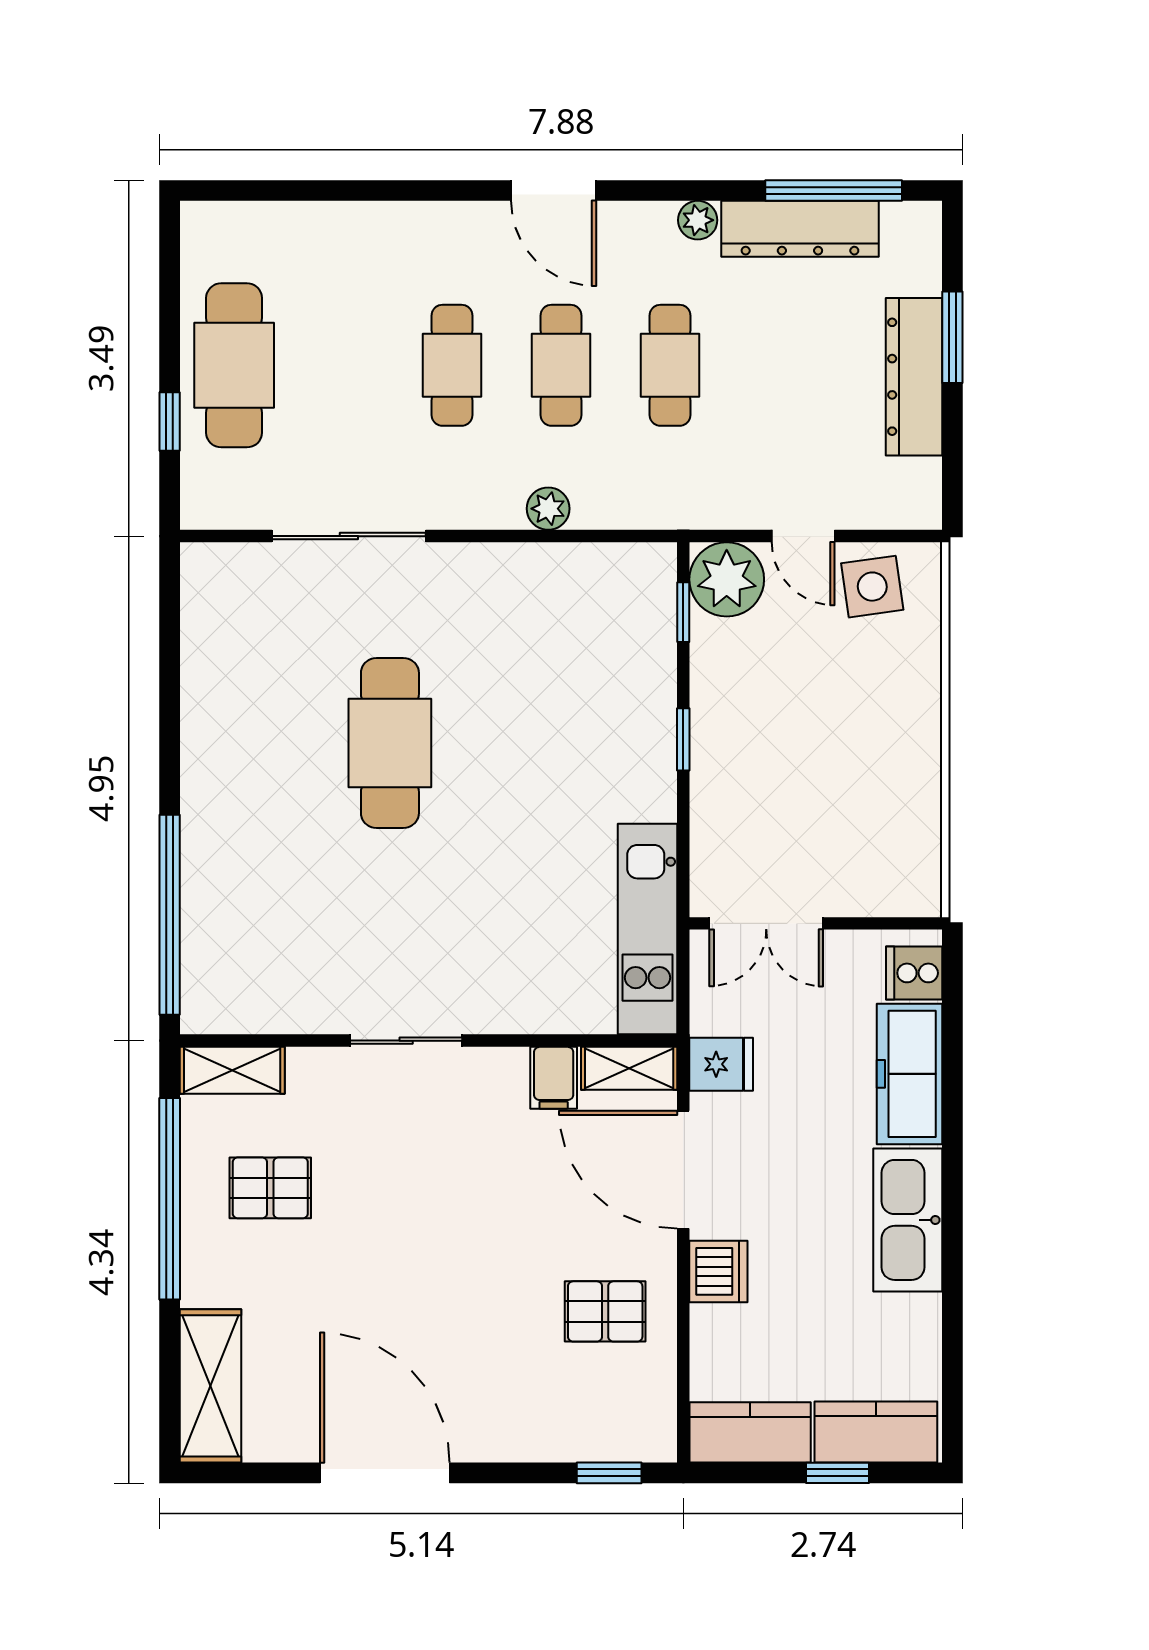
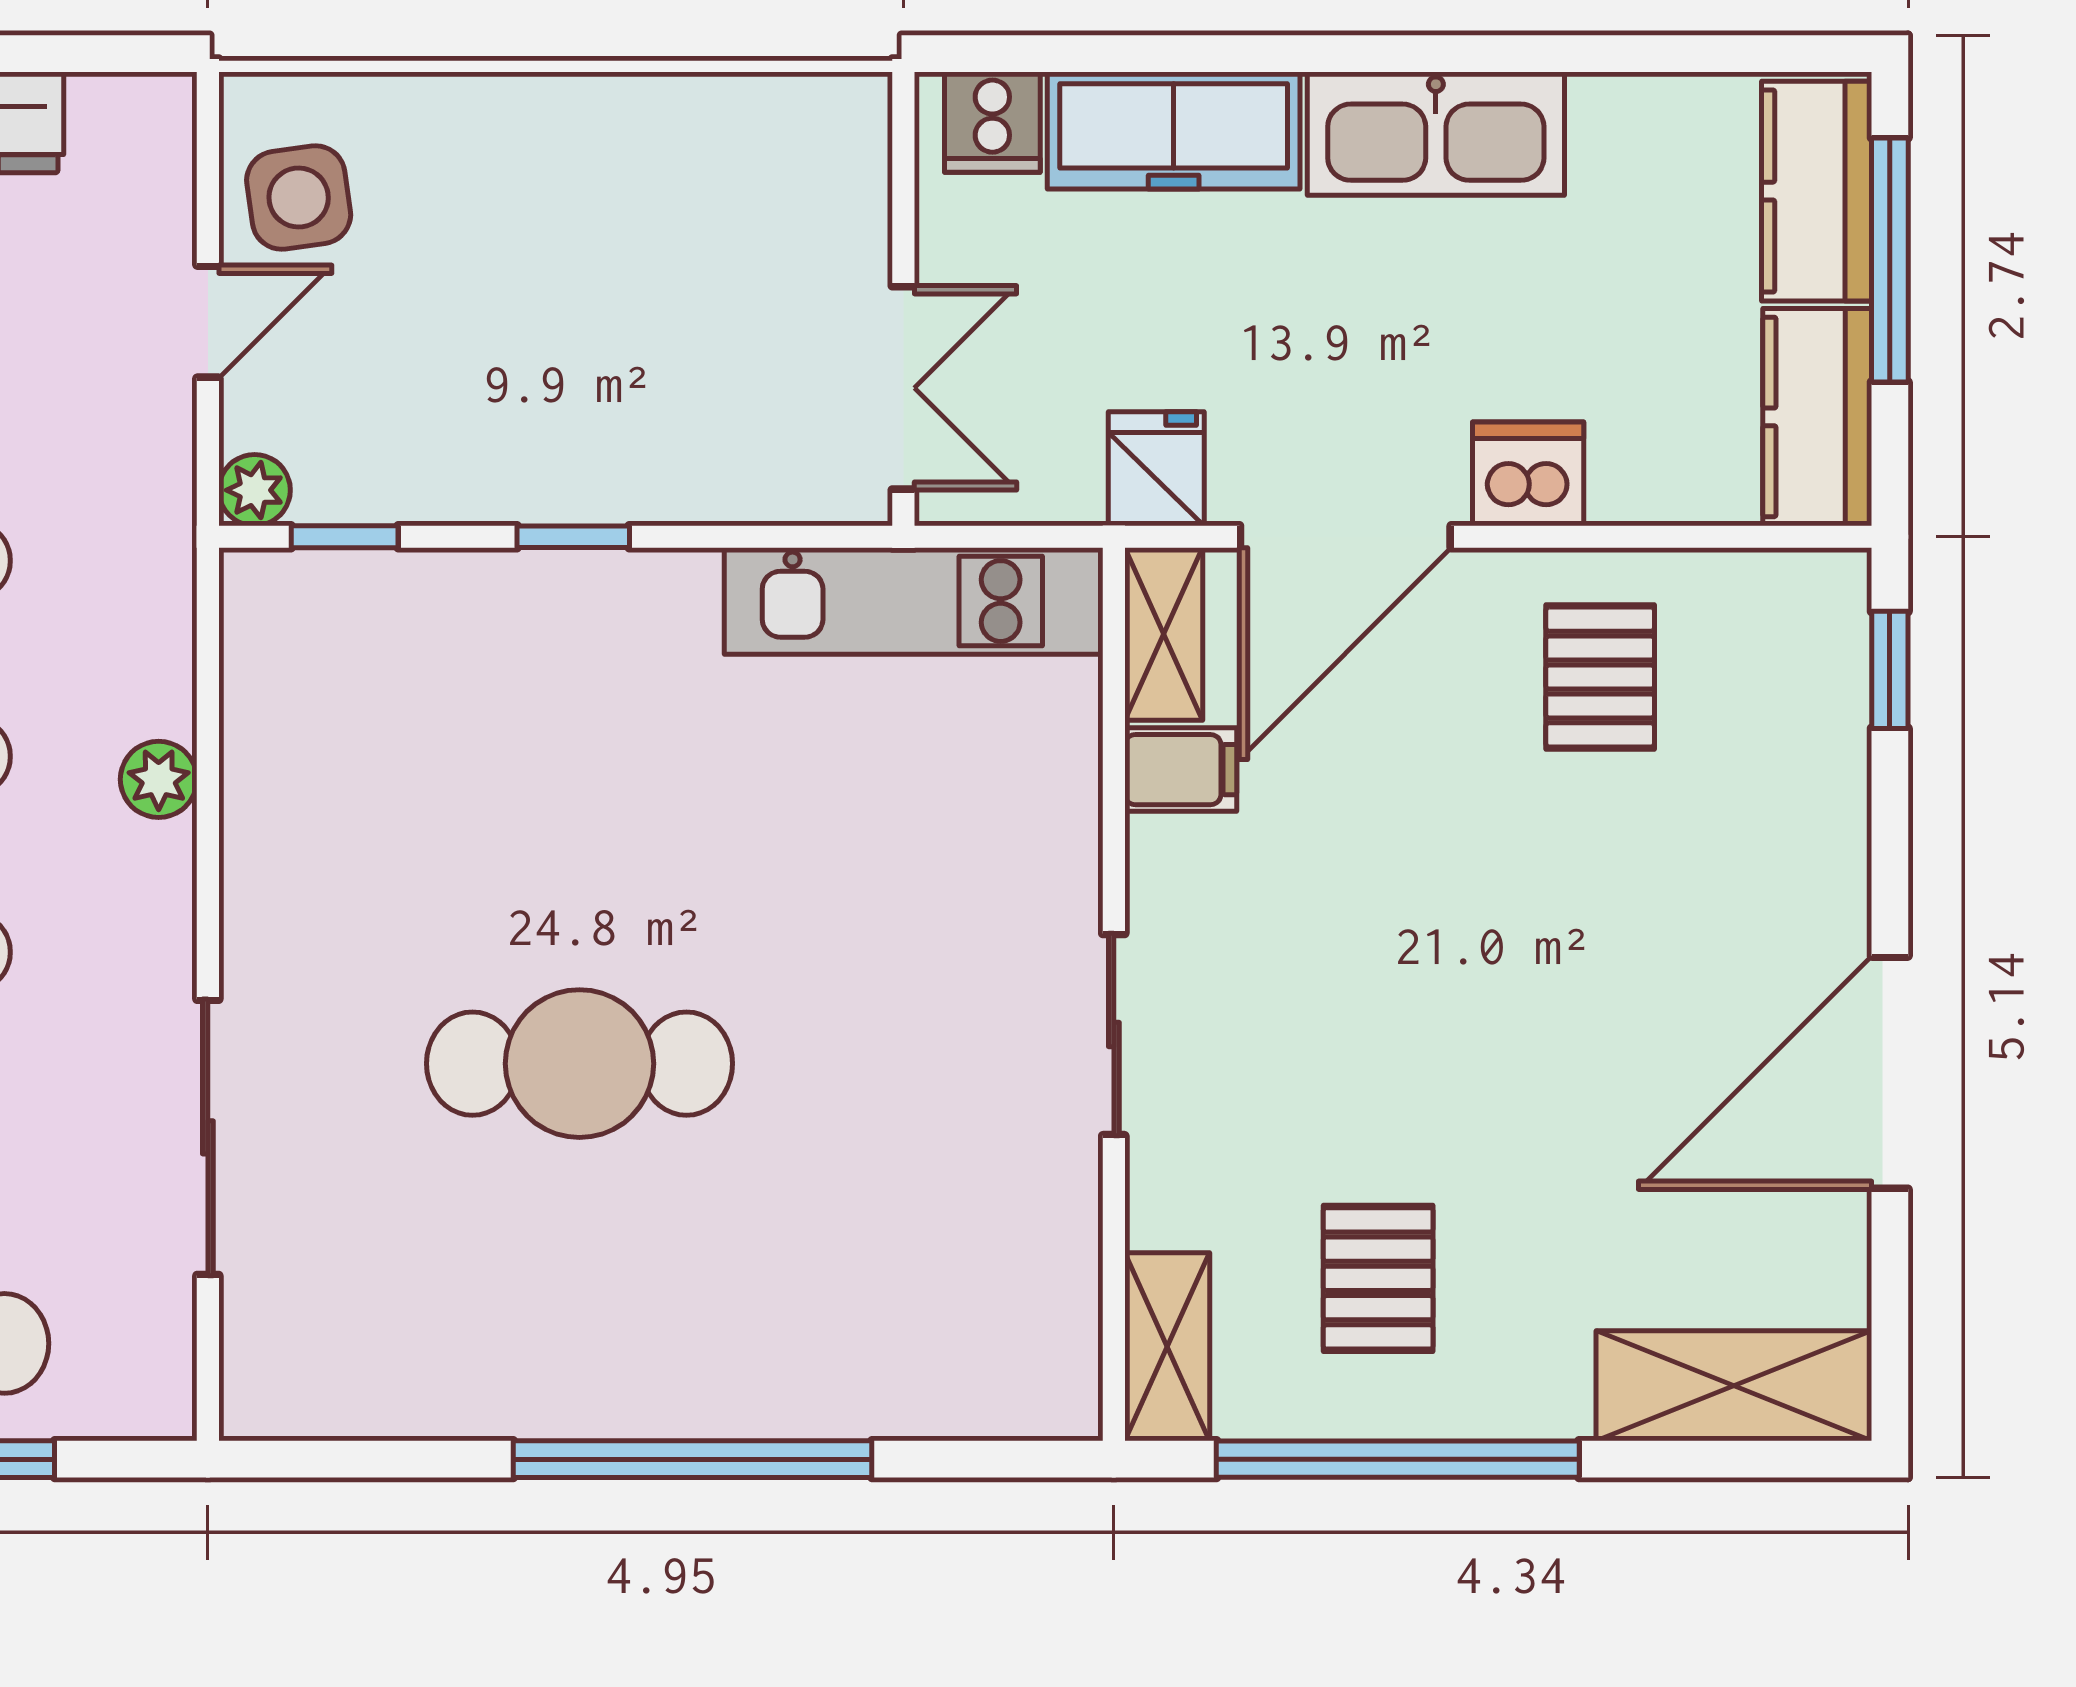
plant: (727, 579) -> (255, 490), width x0.53, depth x0.53
window: (170, 915) -> (693, 1459), moved
window: (837, 1473) -> (1890, 260), width x2.17

